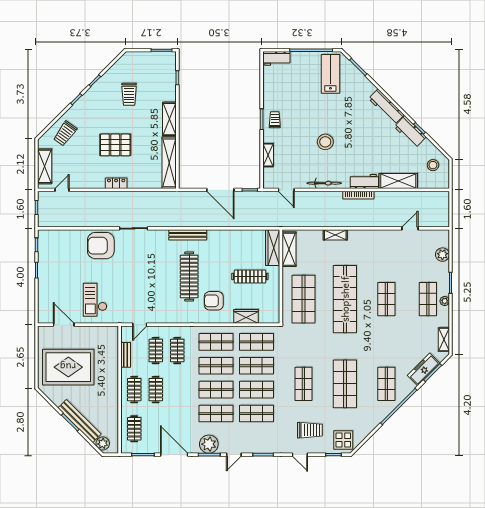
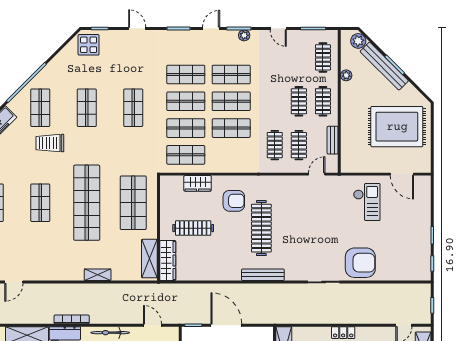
shop shelf: (216, 342) -> (231, 155), removed
shop shelf: (345, 384) -> (87, 108), width x0.70, depth x0.74
plant: (113, 413) -> (346, 75), added
trolley: (310, 430) -> (50, 143), moved
plant: (209, 444) -> (244, 35), width x0.53, depth x0.53
door: (174, 455) -> (278, 28), width x0.53

